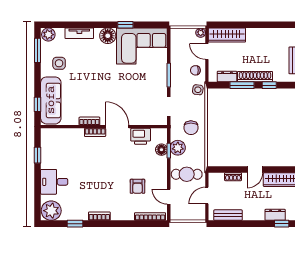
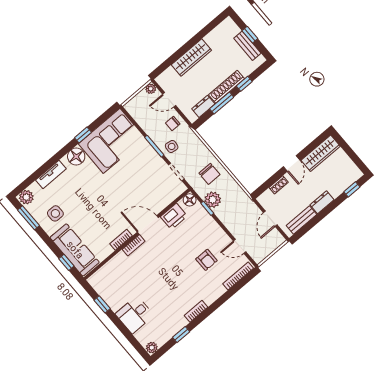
wardrobe: (227, 35) -> (191, 57), moved
side table: (198, 90) -> (172, 146), moved
floor lamp: (161, 150) -> (190, 200), moved
cafe table: (187, 174) -> (239, 215), removed
plant: (51, 211) -> (152, 348), width x0.53, depth x0.53
dresser: (275, 215) -> (322, 202), moved

